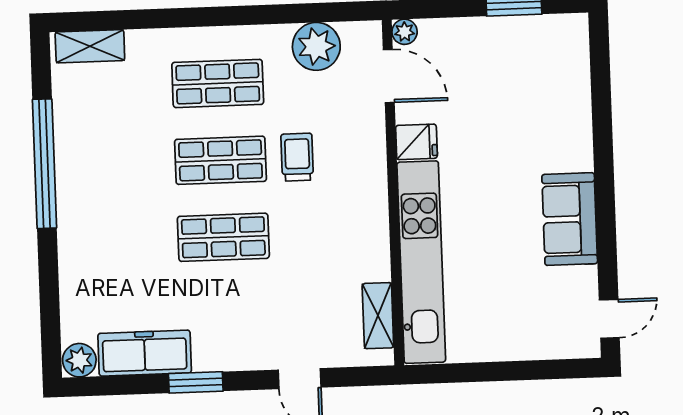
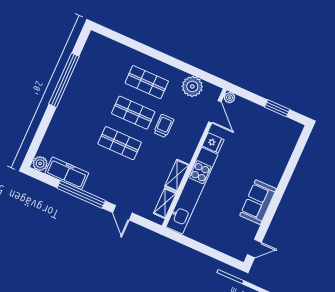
shelving: (90, 46) -> (177, 175), moved, turned 90
window: (196, 382) -> (81, 194), width x2.11

